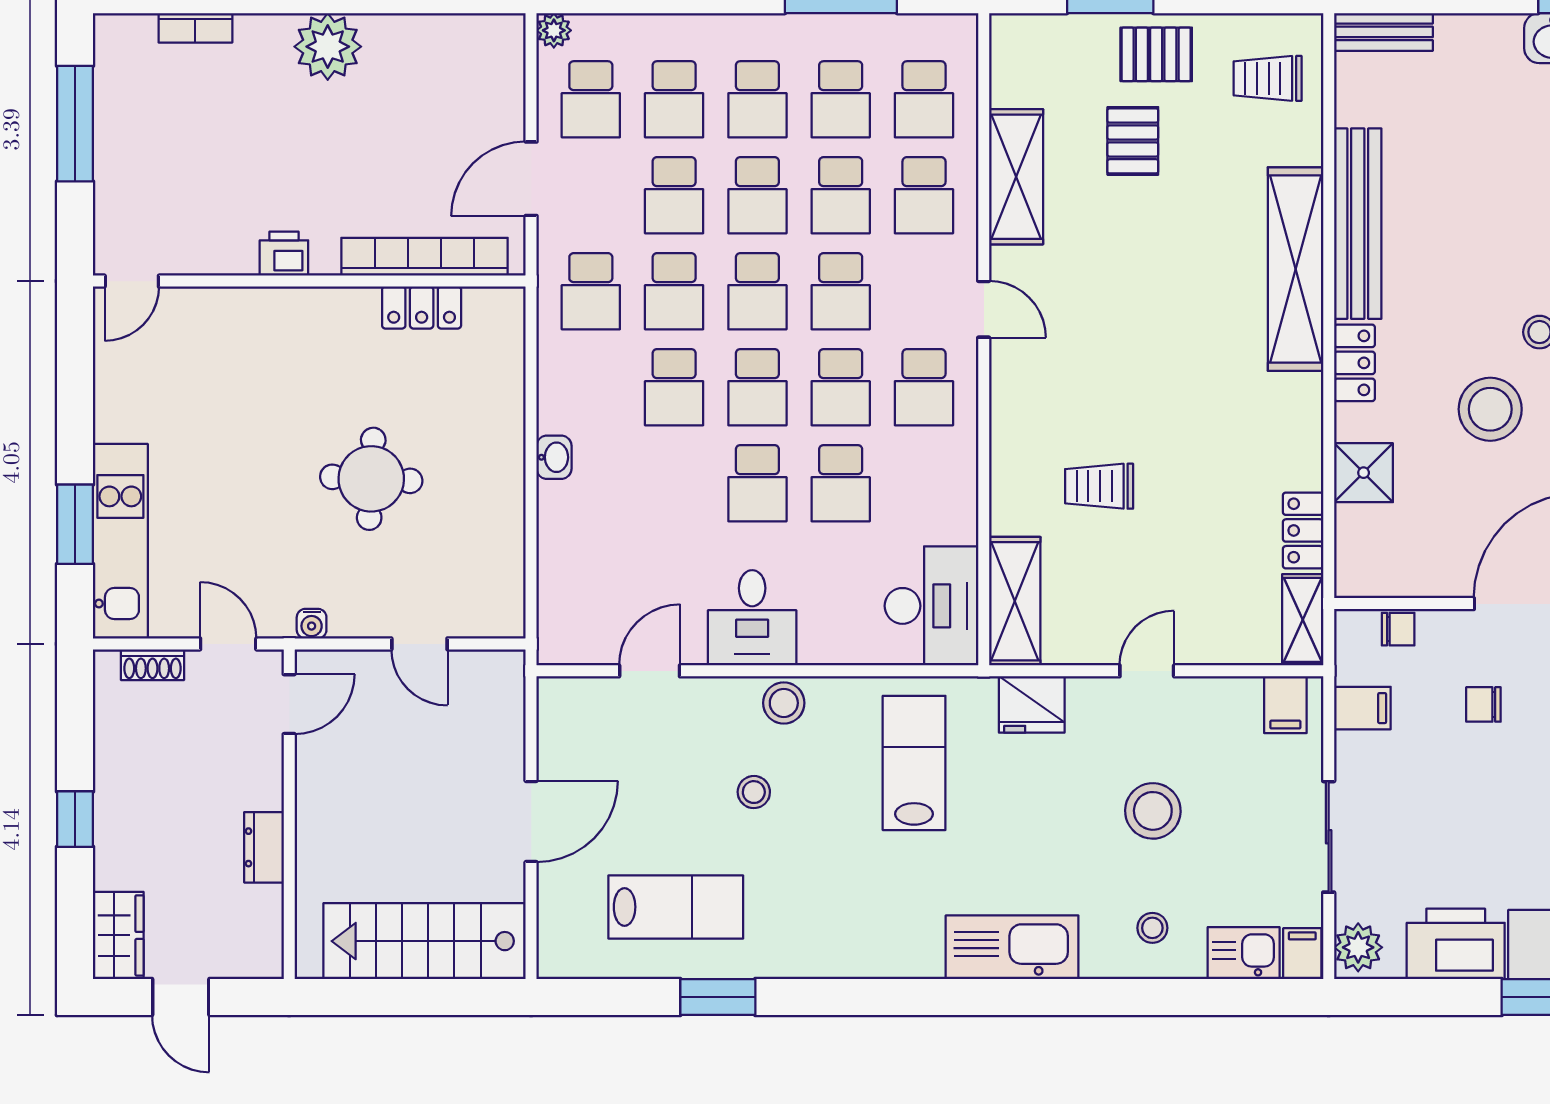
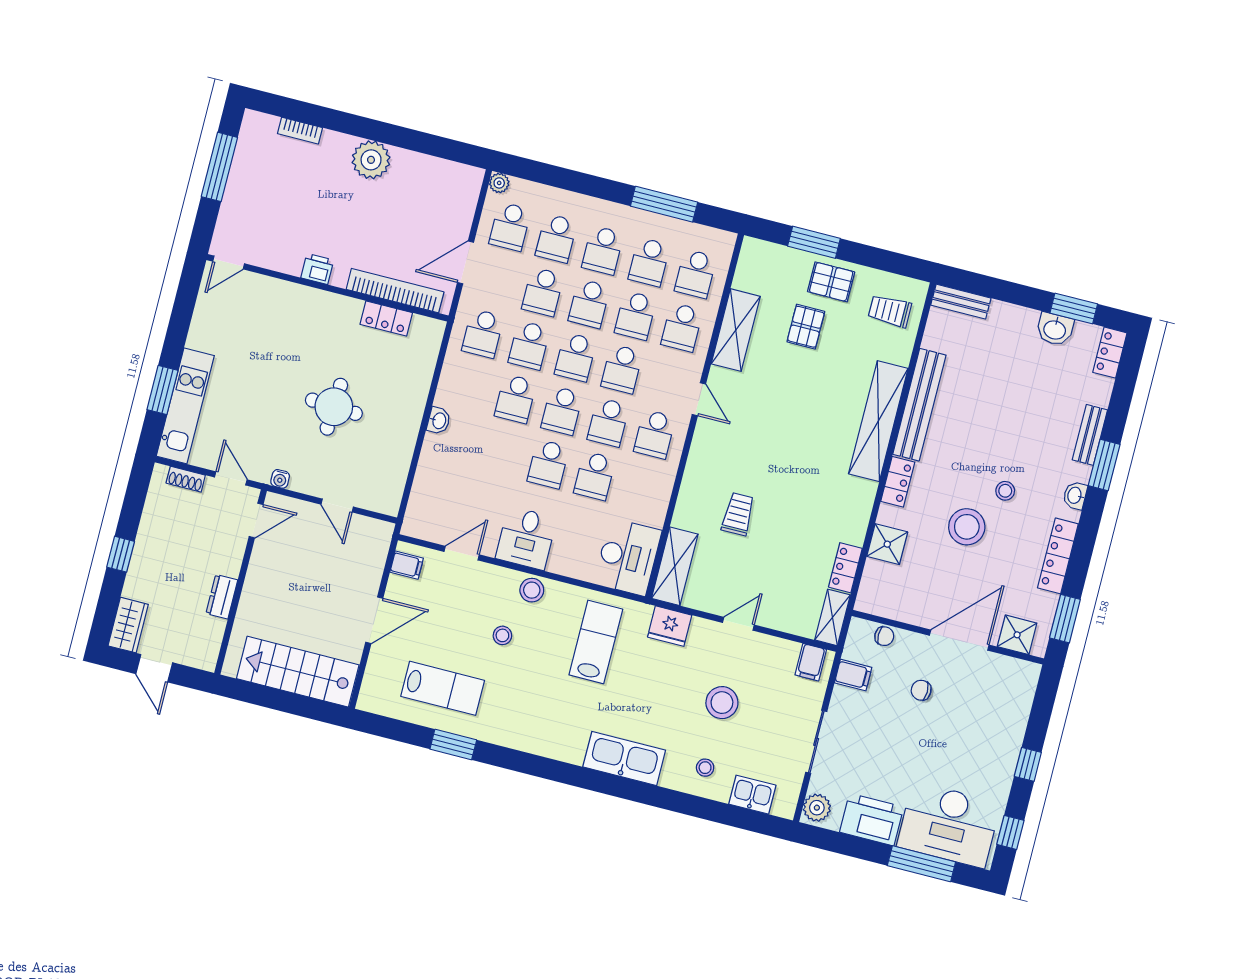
trolley: (1099, 486) -> (738, 514), turned 90
filing cabinet: (1302, 954) -> (407, 565), moved, turned 90

